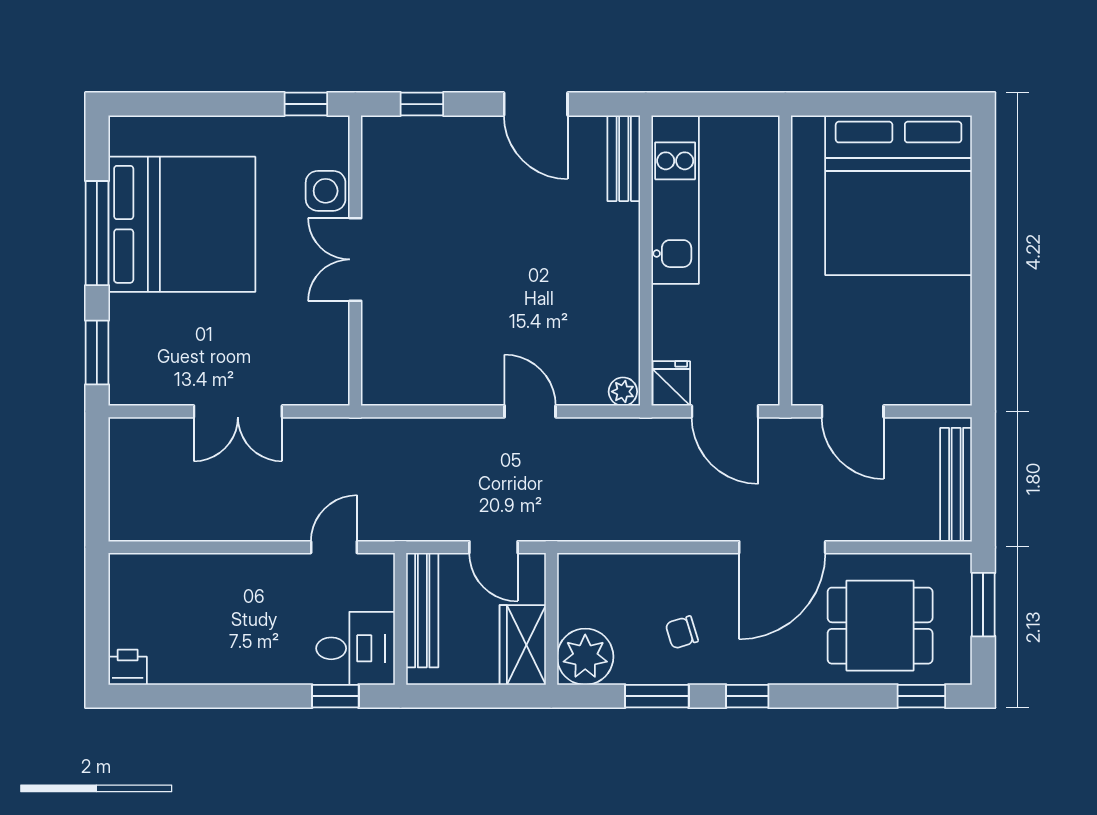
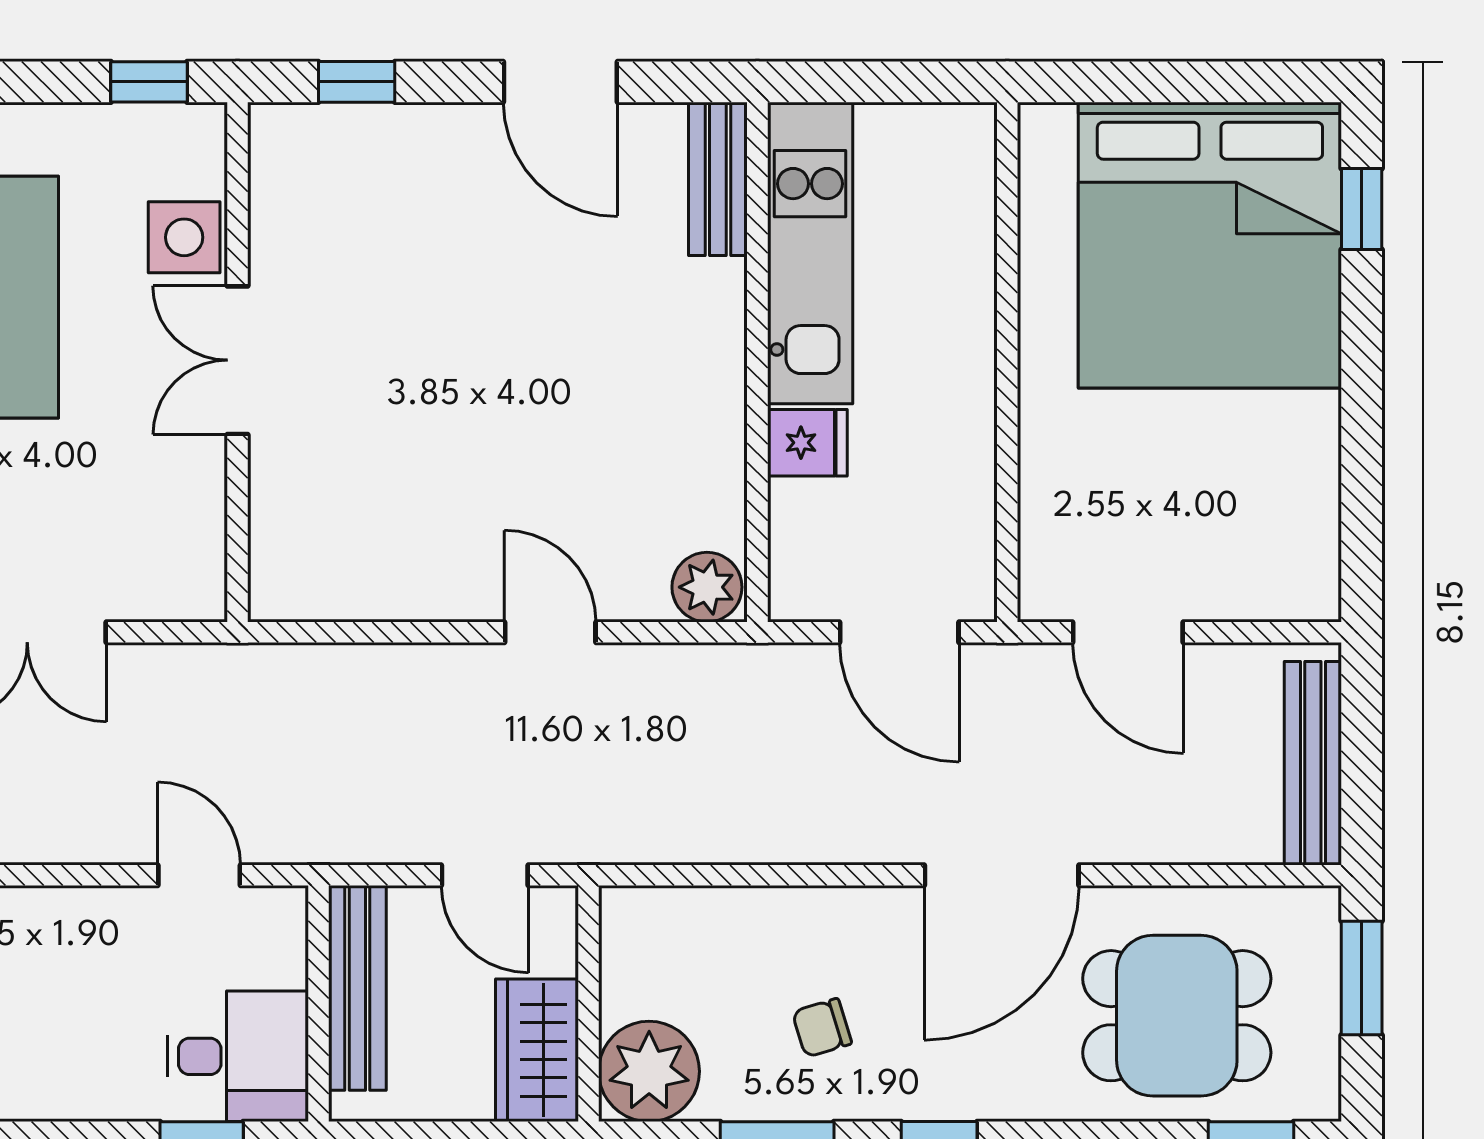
window: (983, 175) -> (1362, 209), added
fridge: (671, 383) -> (807, 443), moved, turned 90
plant: (623, 392) -> (707, 587), width x1.38, depth x1.38
door: (334, 547) -> (199, 875), hinge flipped

